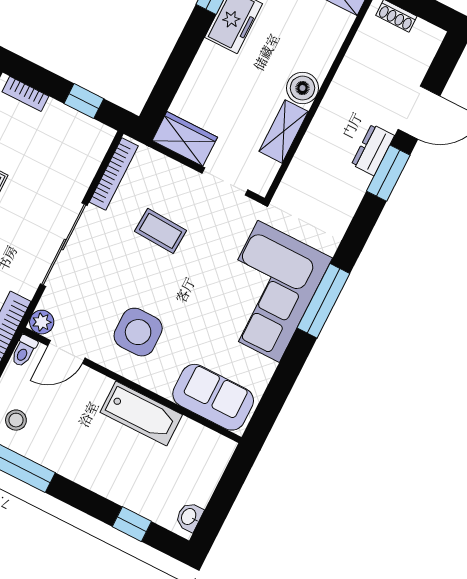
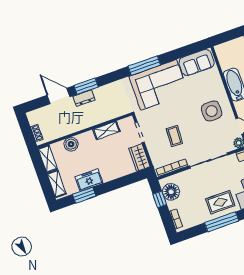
boiler: (303, 88) -> (71, 144), moved
floor lamp: (77, 132) -> (171, 192), added
sofa: (213, 397) -> (196, 63), moved, turned -90

